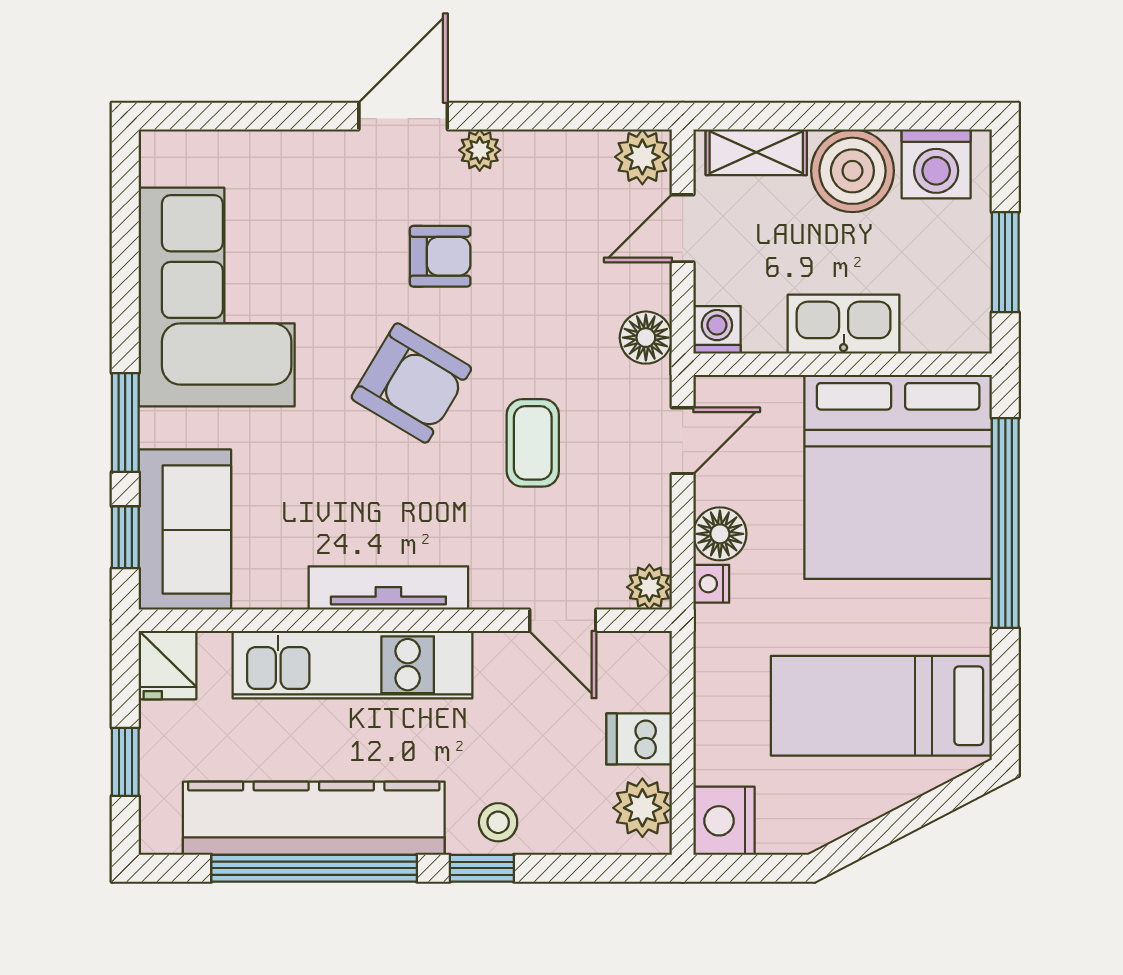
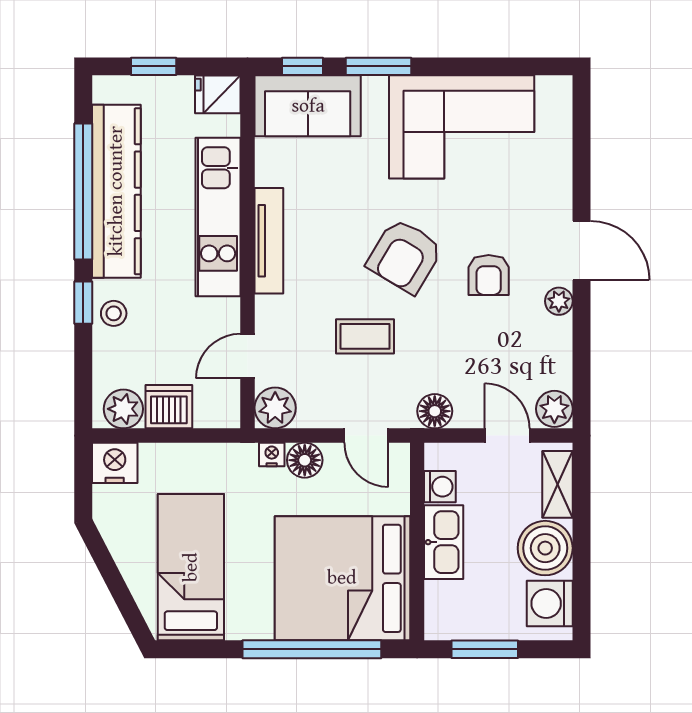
washing machine: (717, 330) -> (440, 487), moved
plant: (649, 587) -> (275, 408), width x1.38, depth x1.38
dishwasher: (639, 739) -> (169, 407), width x1.38

